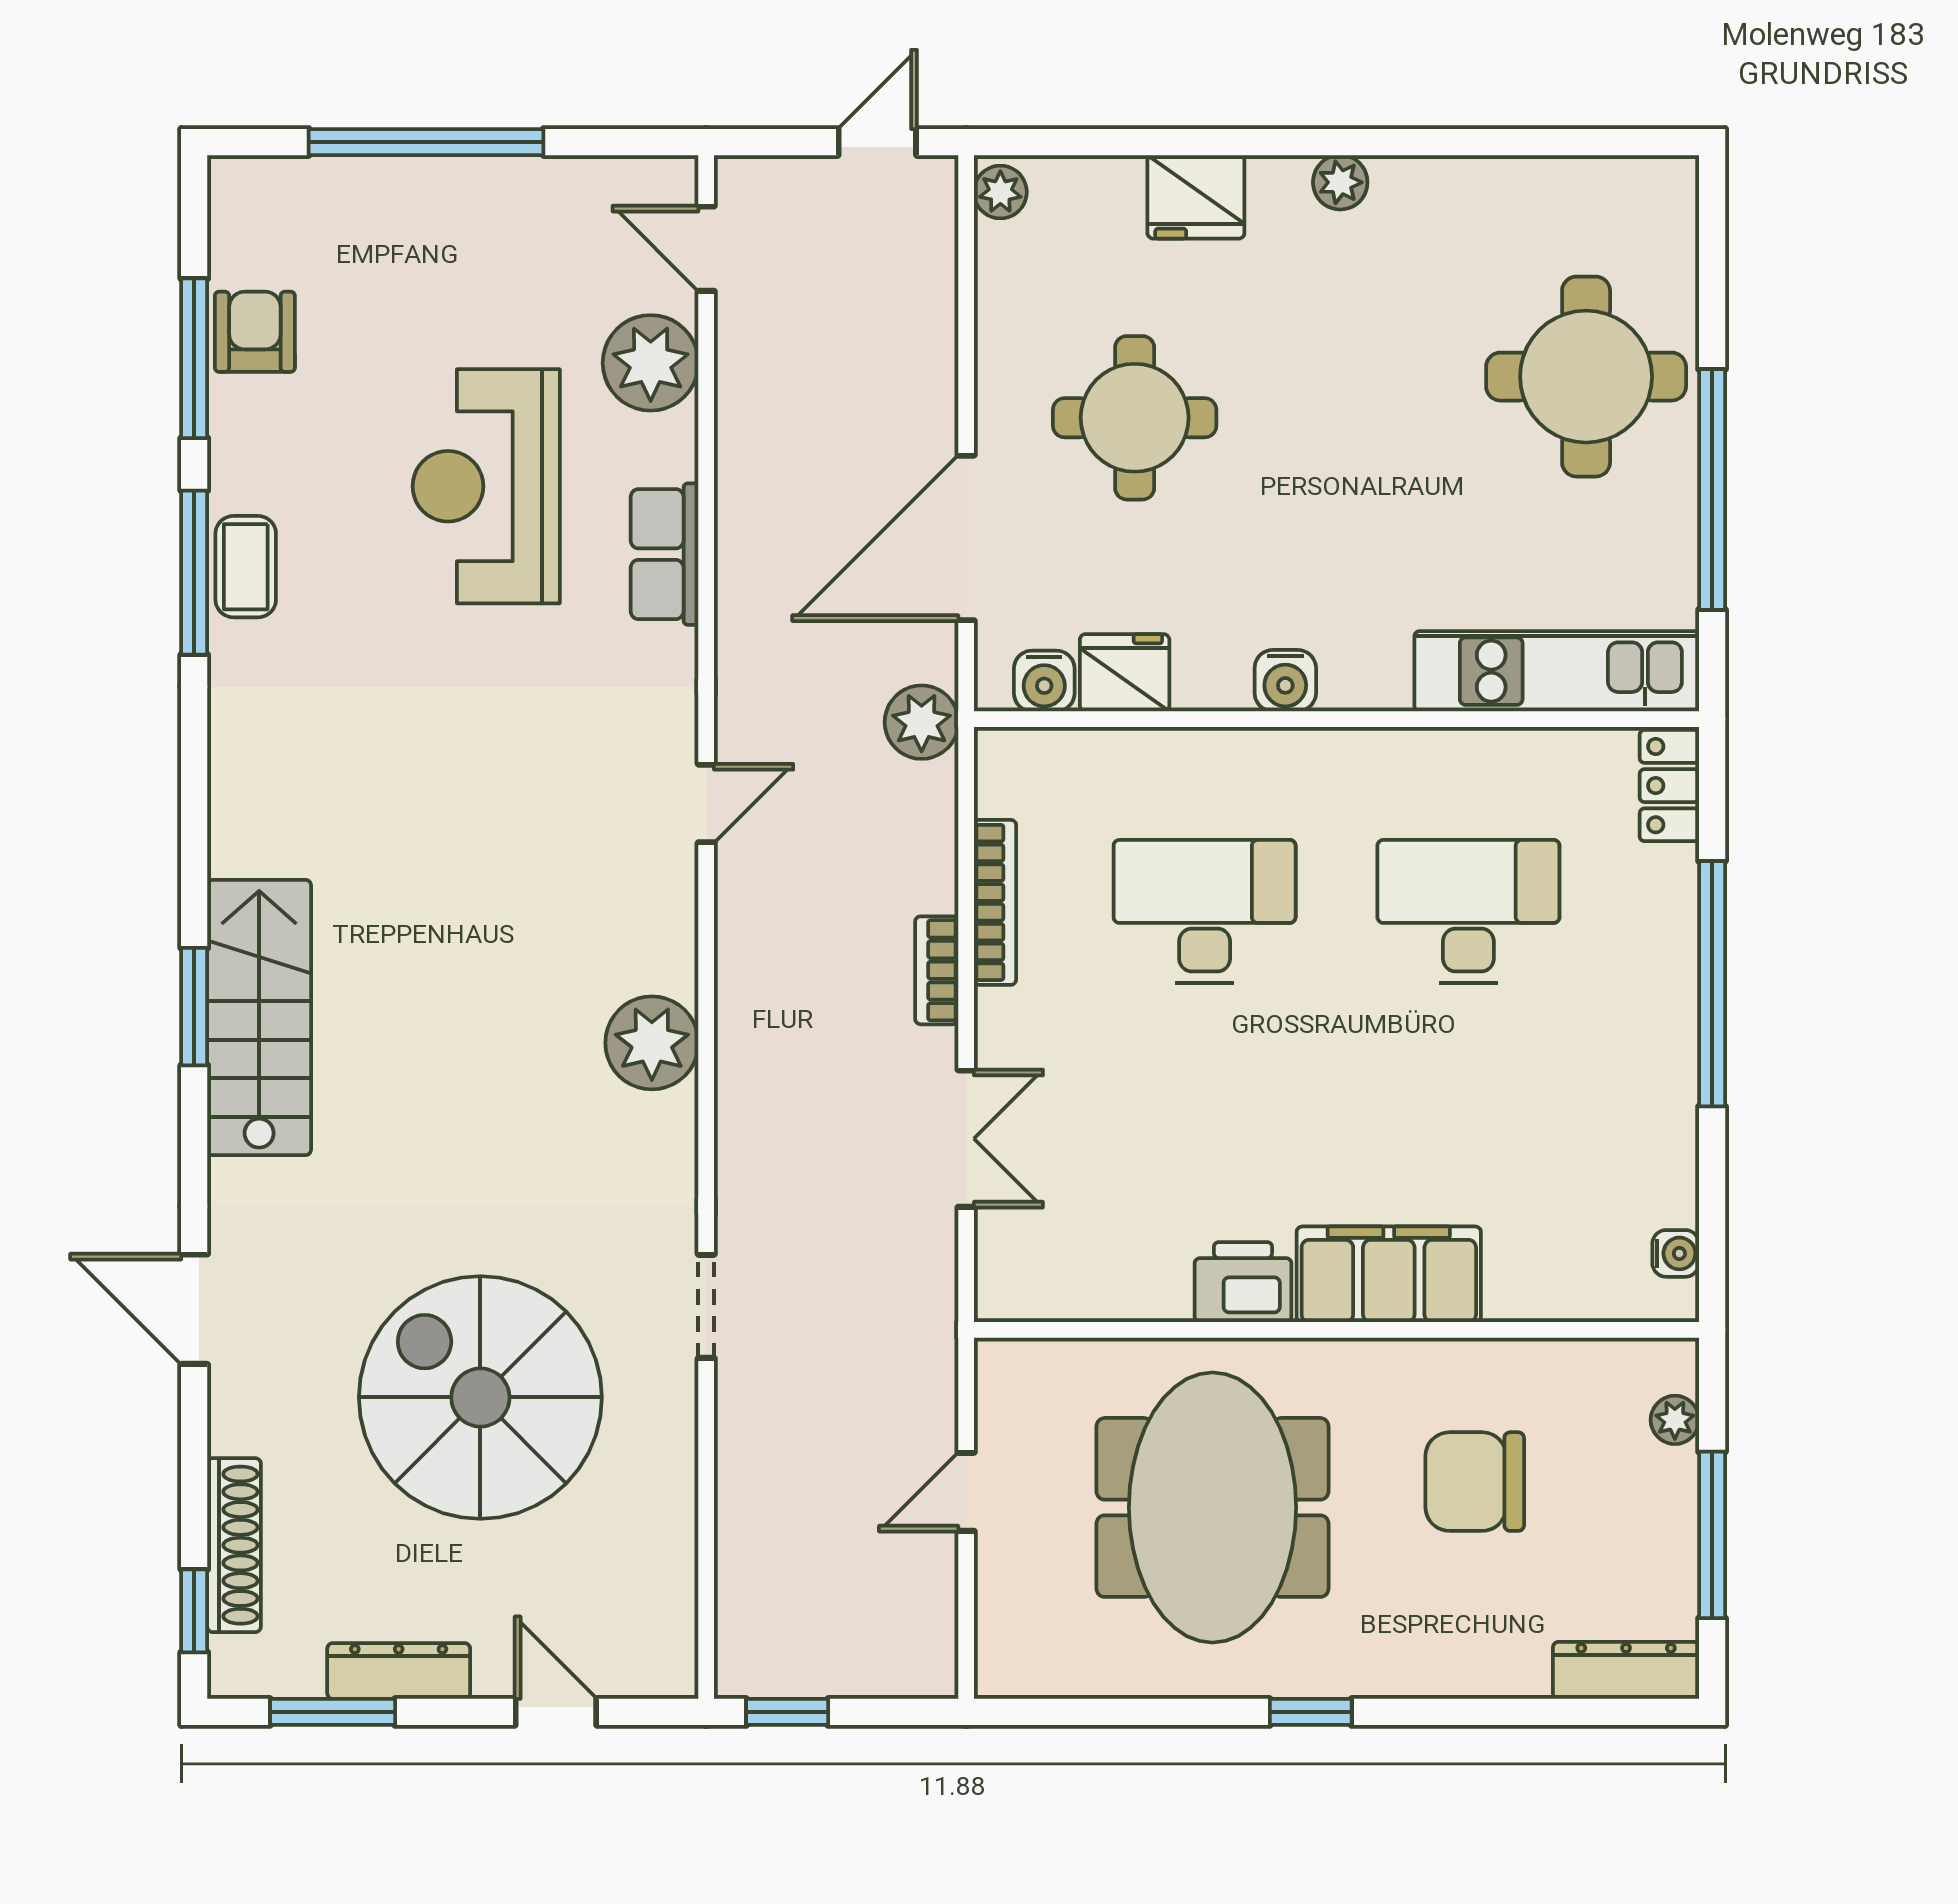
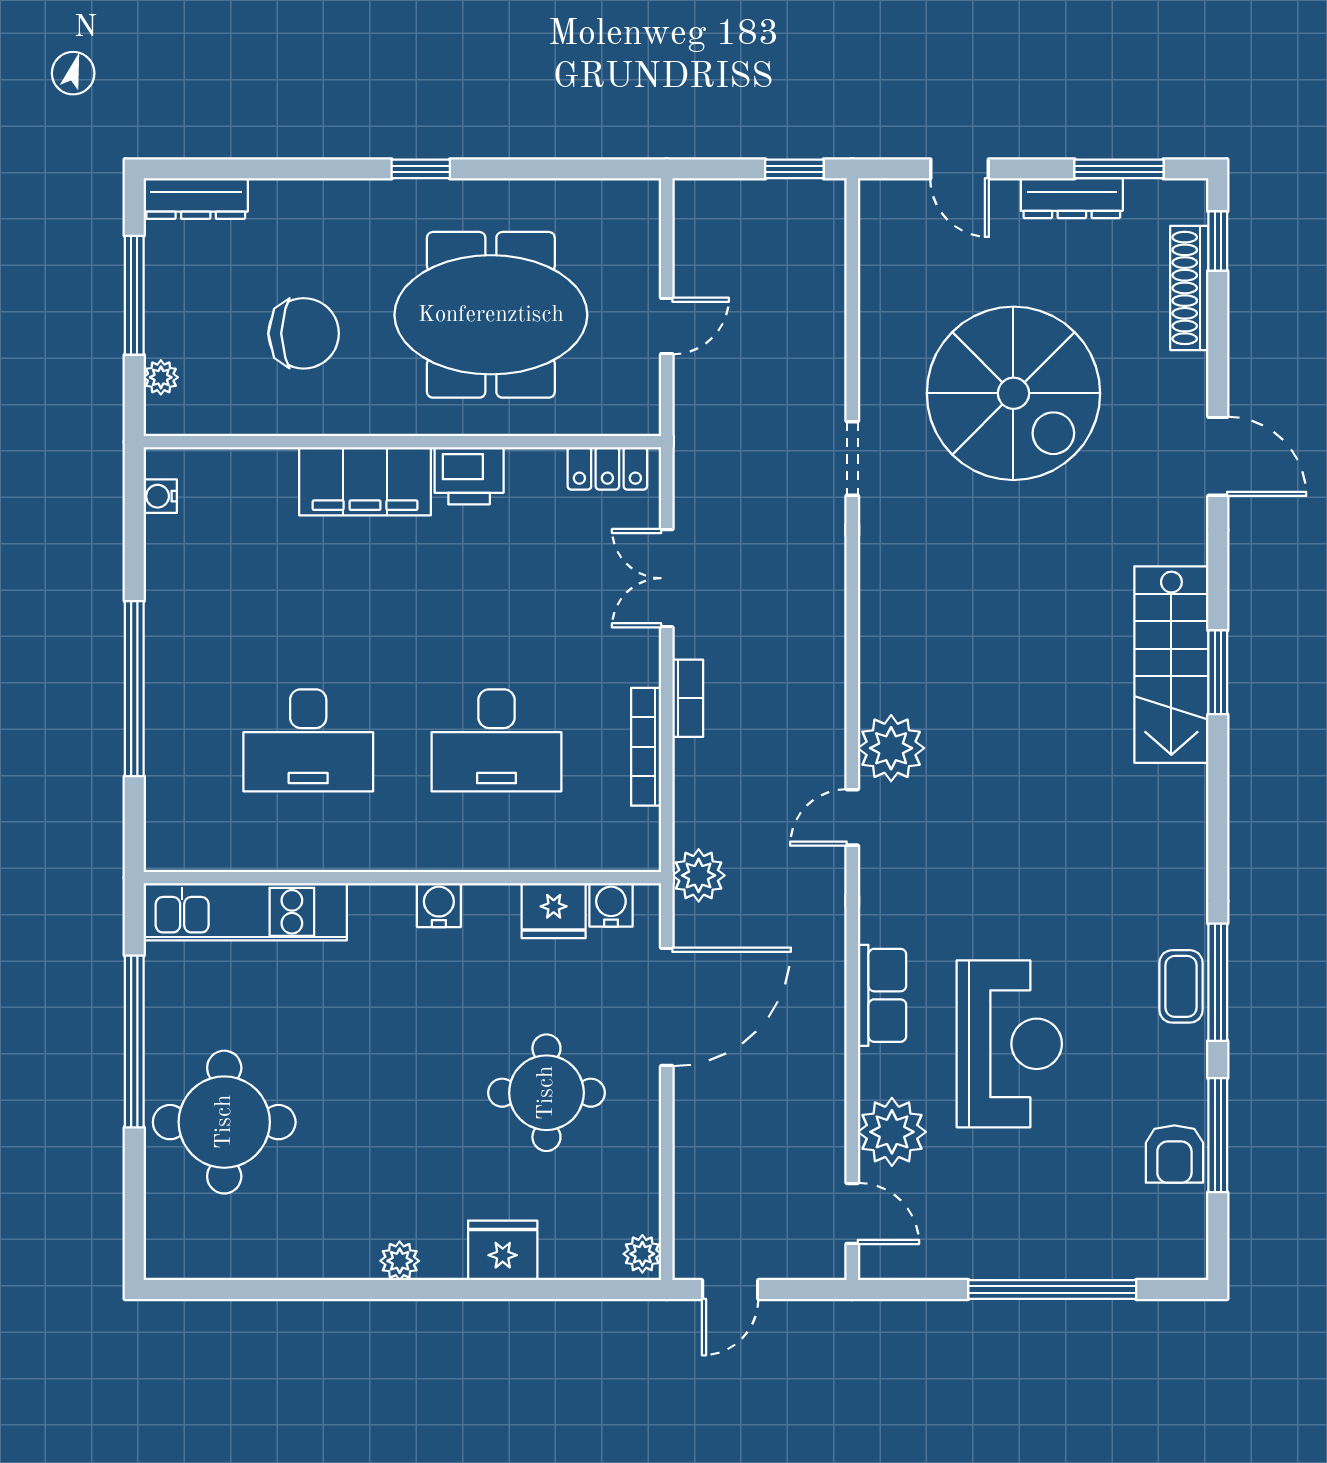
locker: (1669, 786) -> (607, 468), moved, turned 90
plant: (652, 1043) -> (891, 748), moved
meeting table: (1212, 1507) -> (491, 315), turned 90

